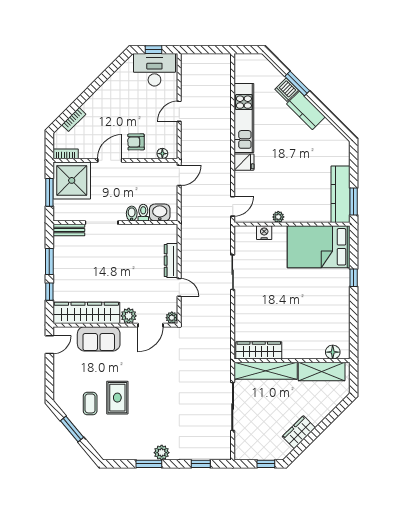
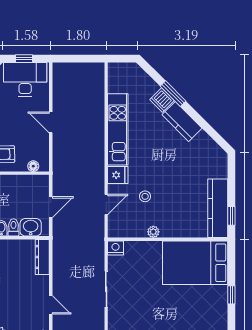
door: (179, 111) -> (51, 122), hinge flipped
door: (179, 175) -> (51, 207), moved
stool: (270, 183) -> (145, 196), added
window: (354, 202) -> (231, 216), width x0.67
door: (233, 206) -> (106, 204), moved
nightstand: (264, 233) -> (115, 248), moved
dresser: (171, 261) -> (42, 257), moved

